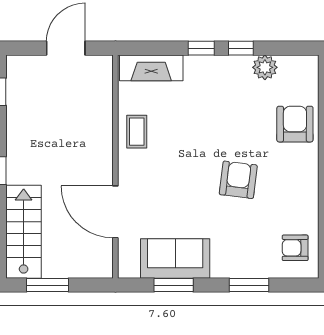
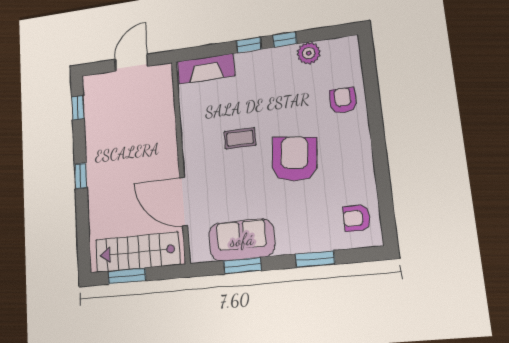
armchair: (295, 124) -> (343, 100), width x0.72, depth x0.72
coffee table: (137, 132) -> (240, 138), moved, turned 90
armchair: (238, 180) -> (294, 159), width x1.36, depth x1.36
stairs: (24, 232) -> (137, 252), moved, turned -90

